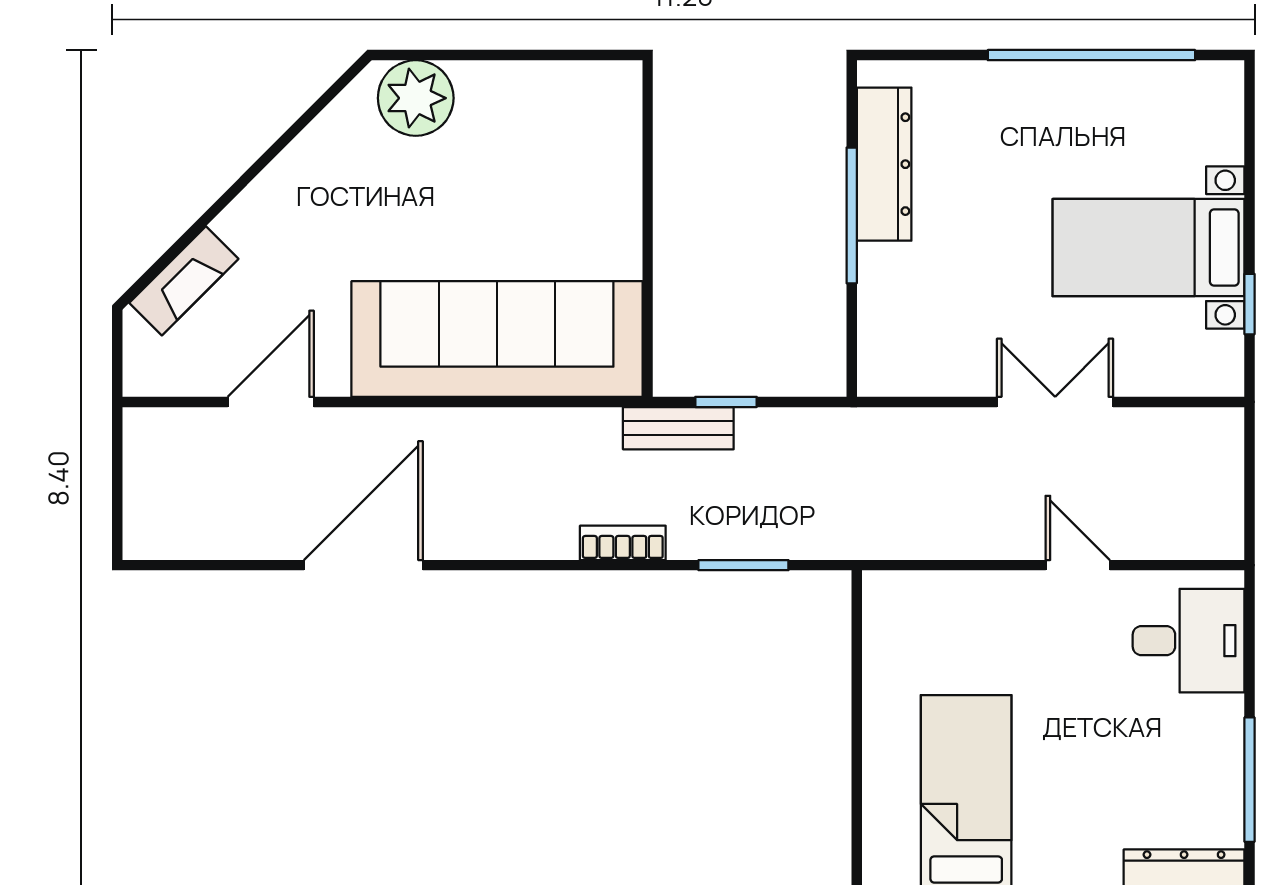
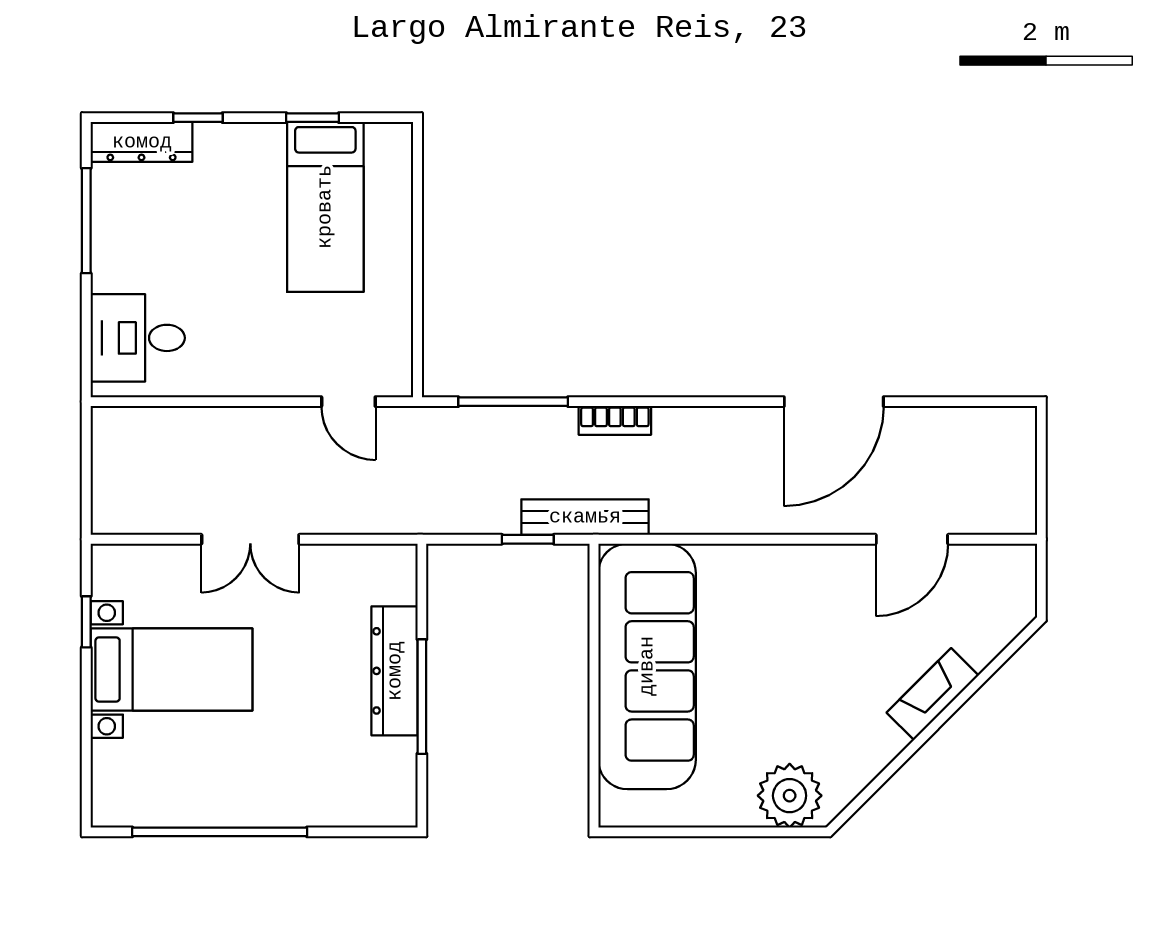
dresser: (884, 164) -> (395, 671), moved
fireplace: (184, 281) -> (933, 694), moved
sofa: (497, 339) -> (647, 666), moved, turned -90
bench: (678, 428) -> (585, 517), width x1.36
window: (743, 565) -> (513, 402), width x1.44
door: (1078, 565) -> (348, 402), moved

